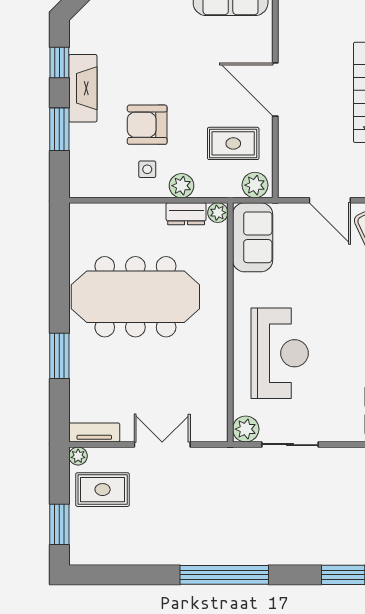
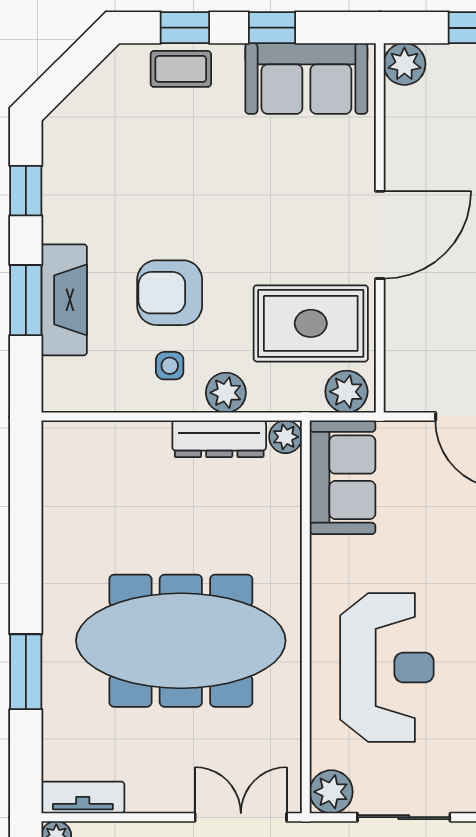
fireplace: (83, 88) -> (64, 300), moved
door: (275, 90) -> (380, 235), swing flipped
rug: (233, 143) -> (311, 323), width x1.36, depth x1.43
dresser: (186, 214) -> (219, 439), width x1.44
meeting table: (135, 297) -> (181, 641), moved
double door: (162, 445) -> (241, 817), moved

